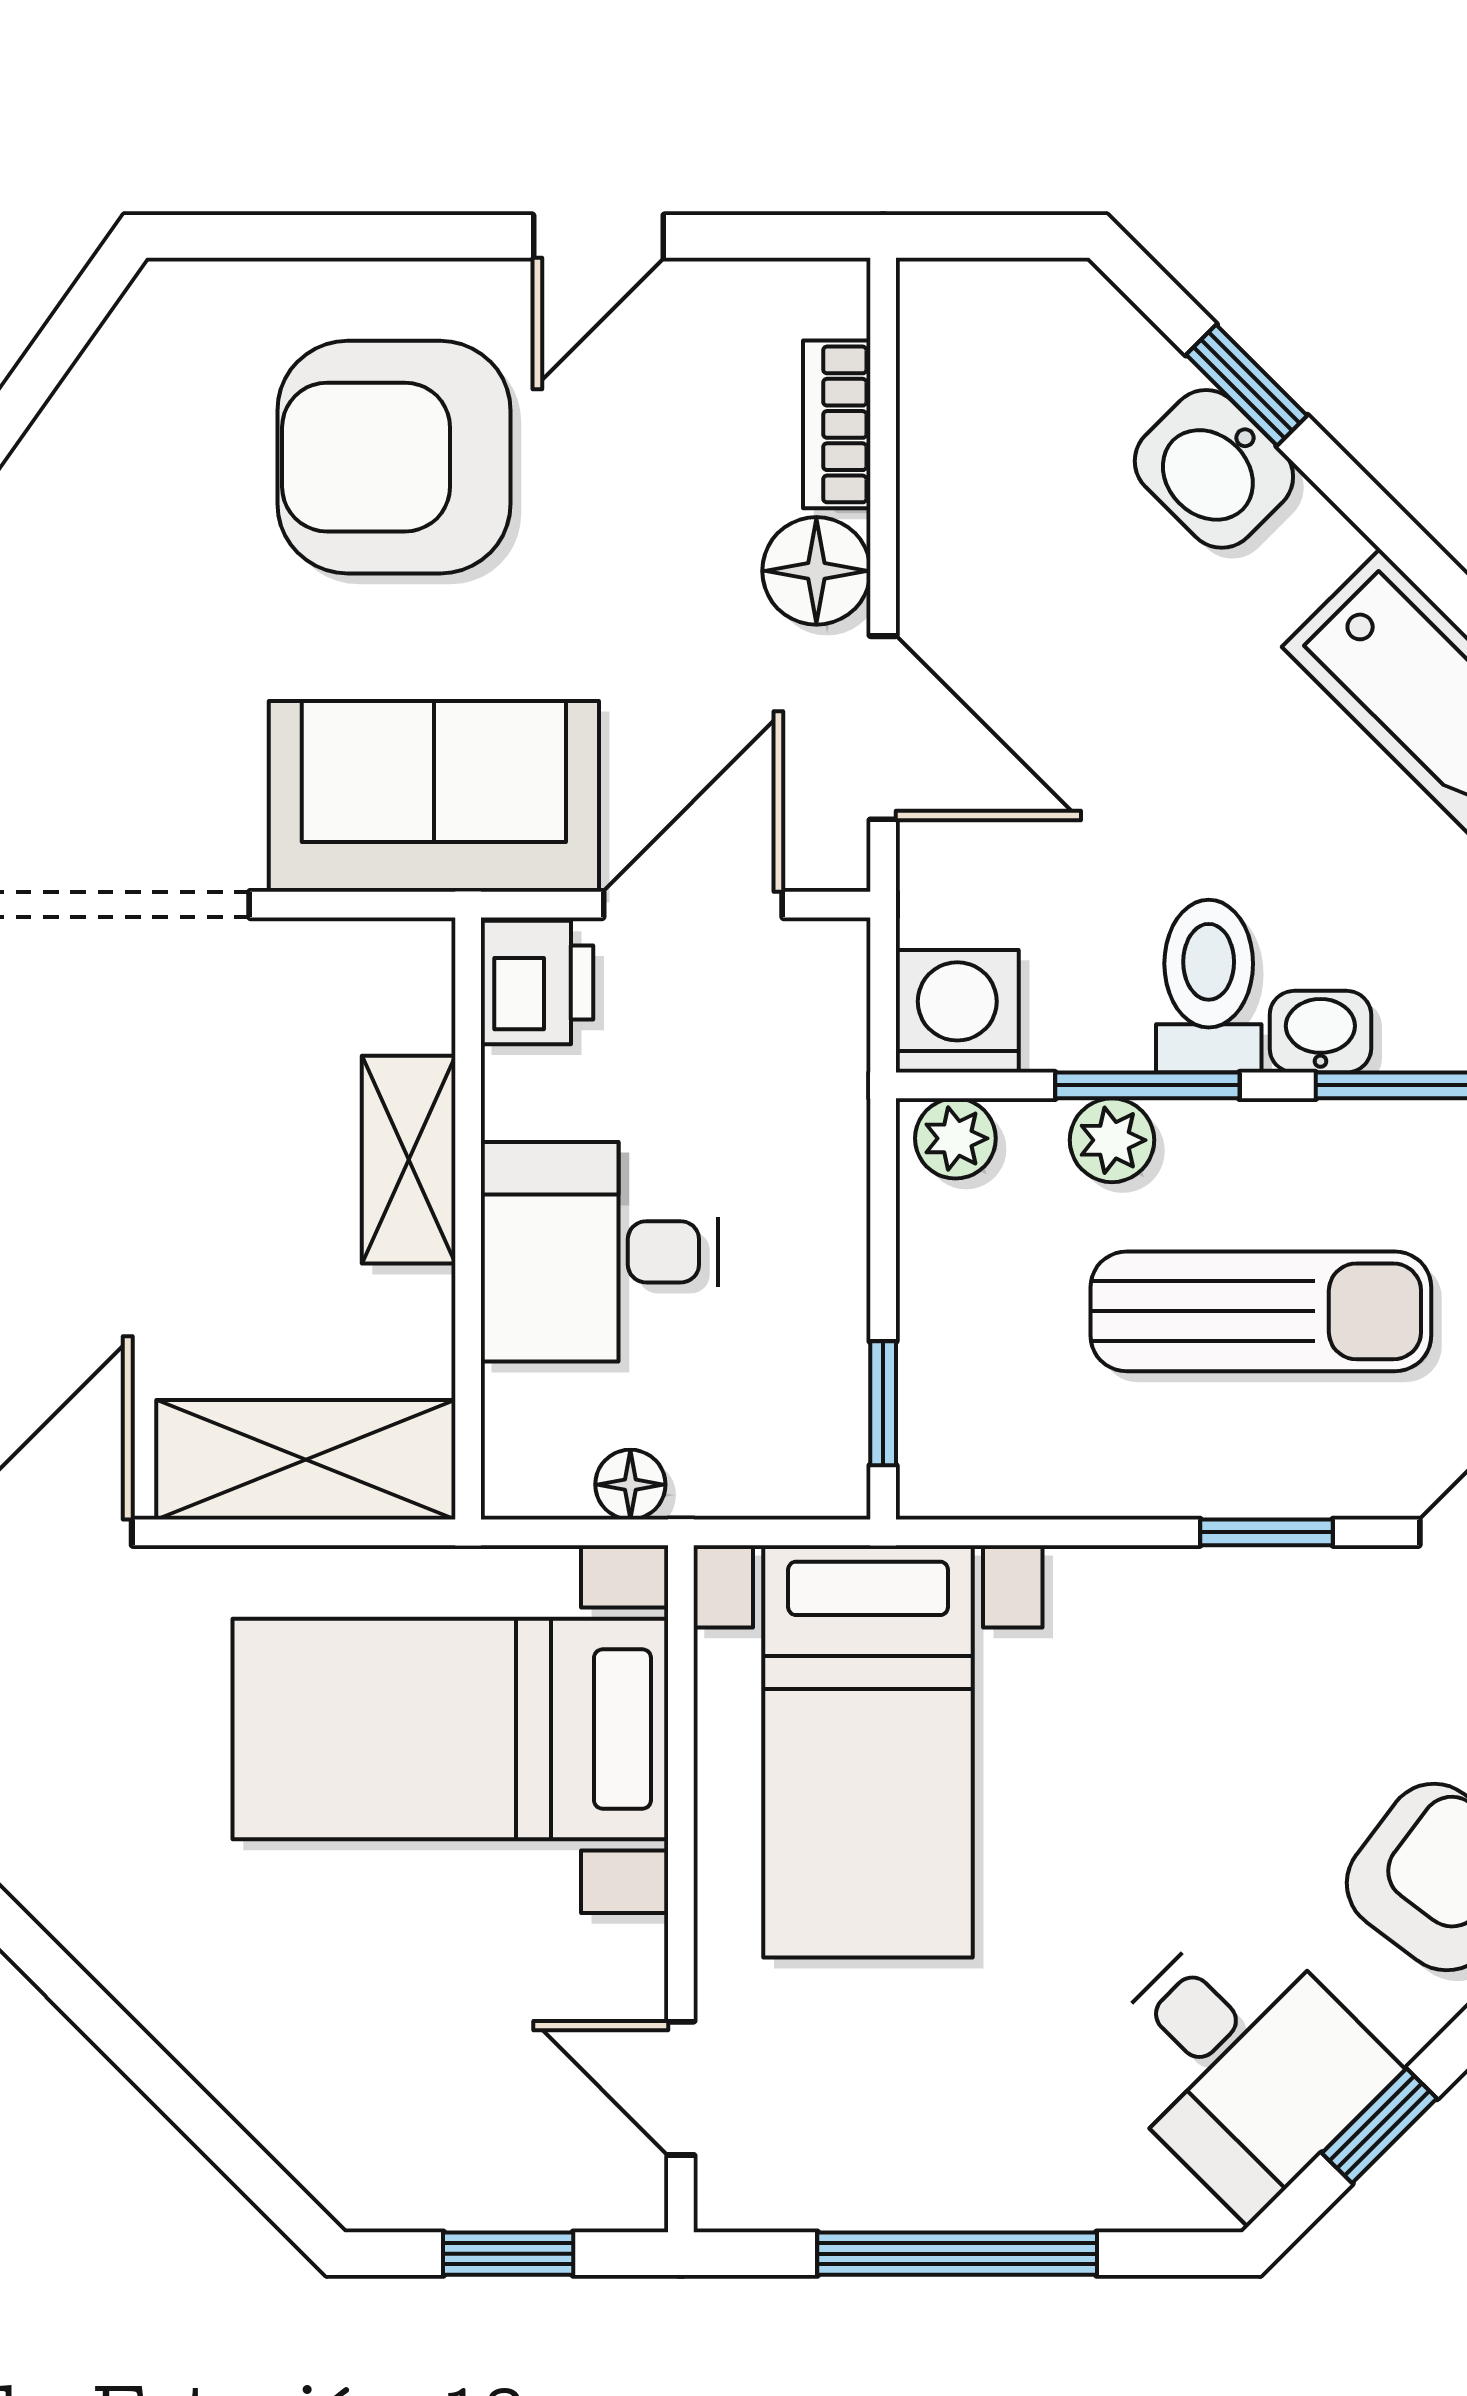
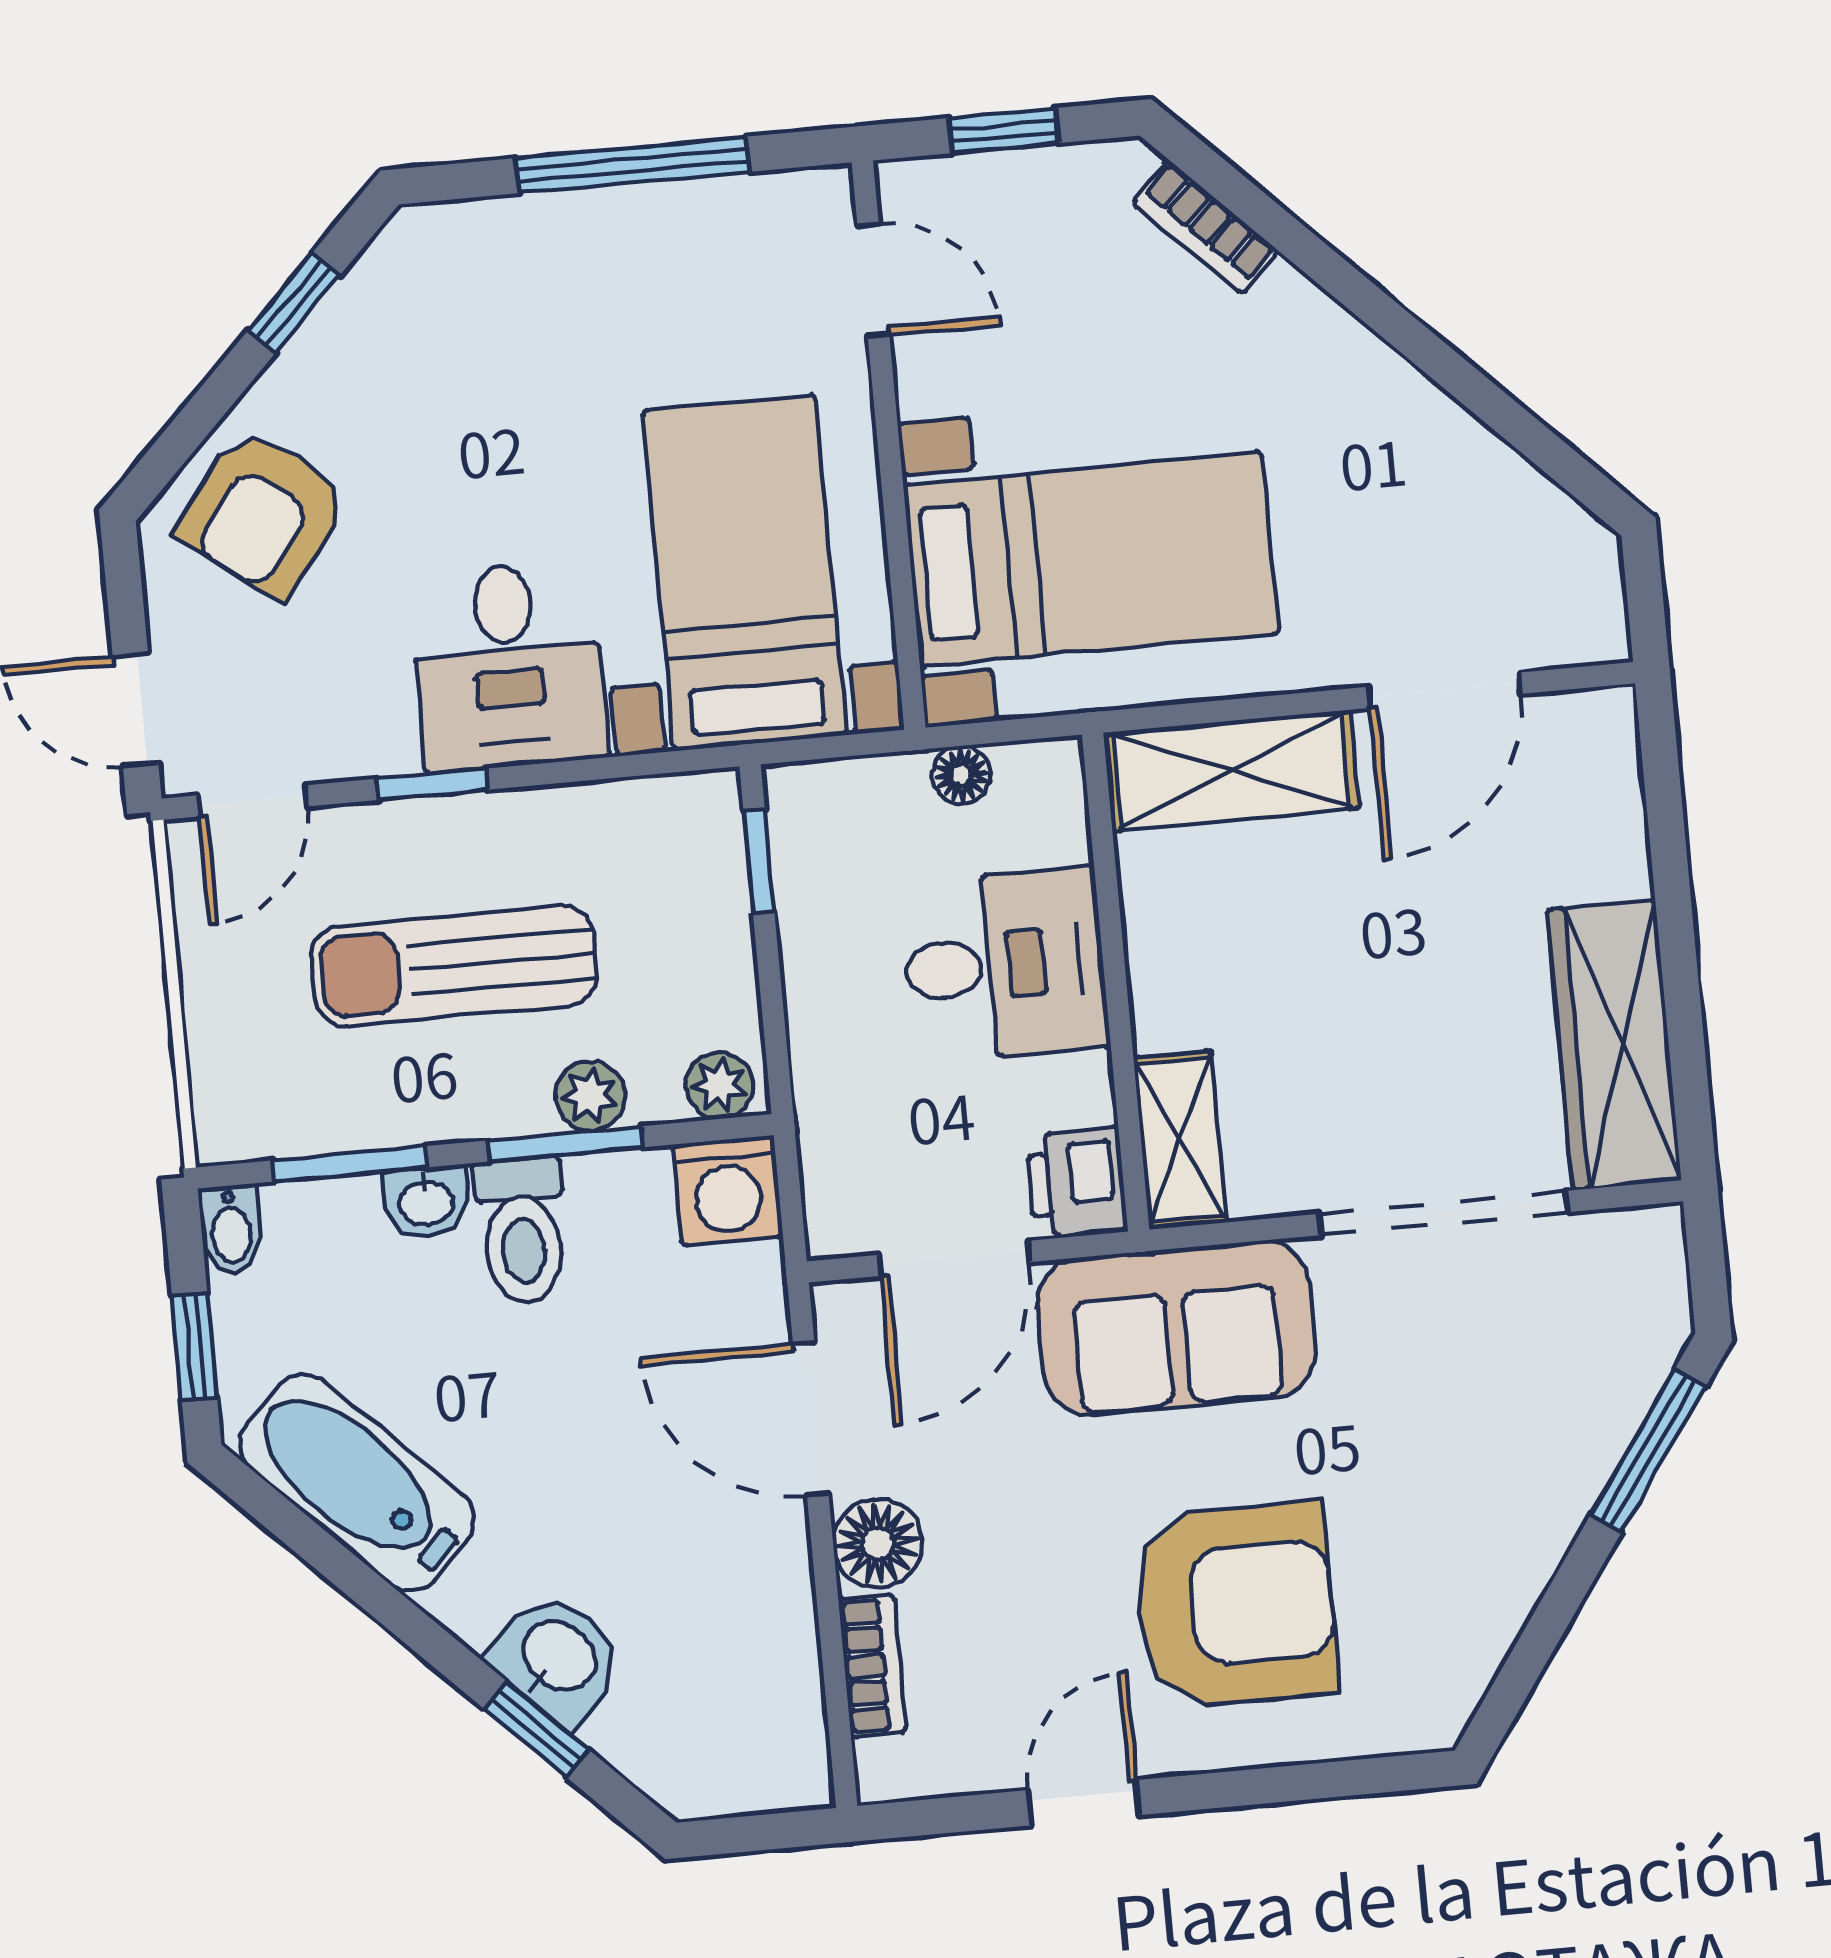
shelving: (409, 1160) -> (1180, 1140), moved
desk: (1242, 2063) -> (508, 666), moved, turned -135
bookcase: (276, 2115) -> (1205, 227), added

